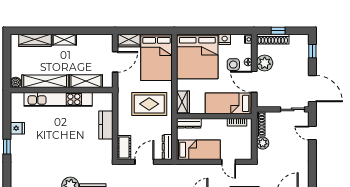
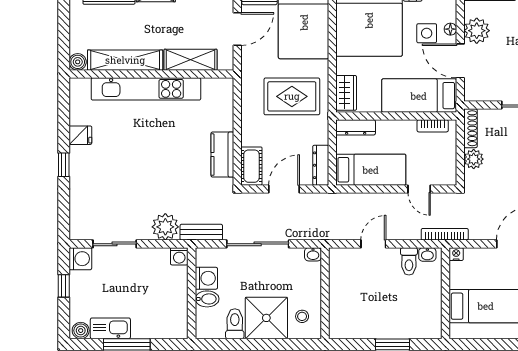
kitchen counter: (106, 125) -> (222, 155), moved

